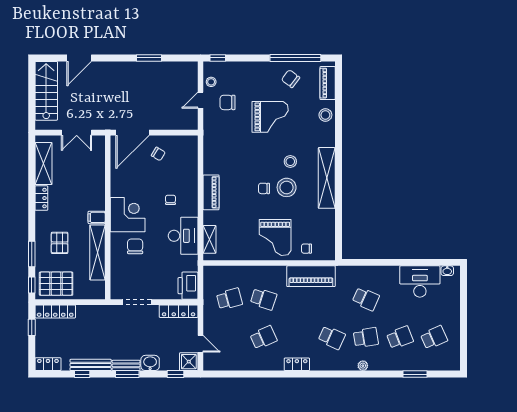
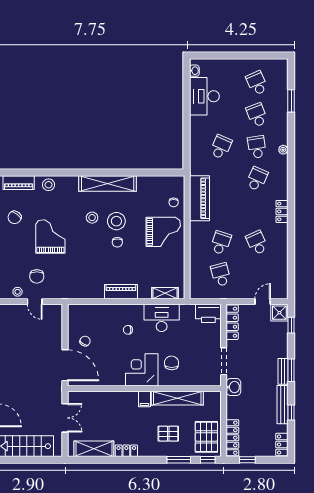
chair: (135, 246) -> (172, 363), turned 91
washbasin: (150, 363) -> (233, 387), moved, turned 180

